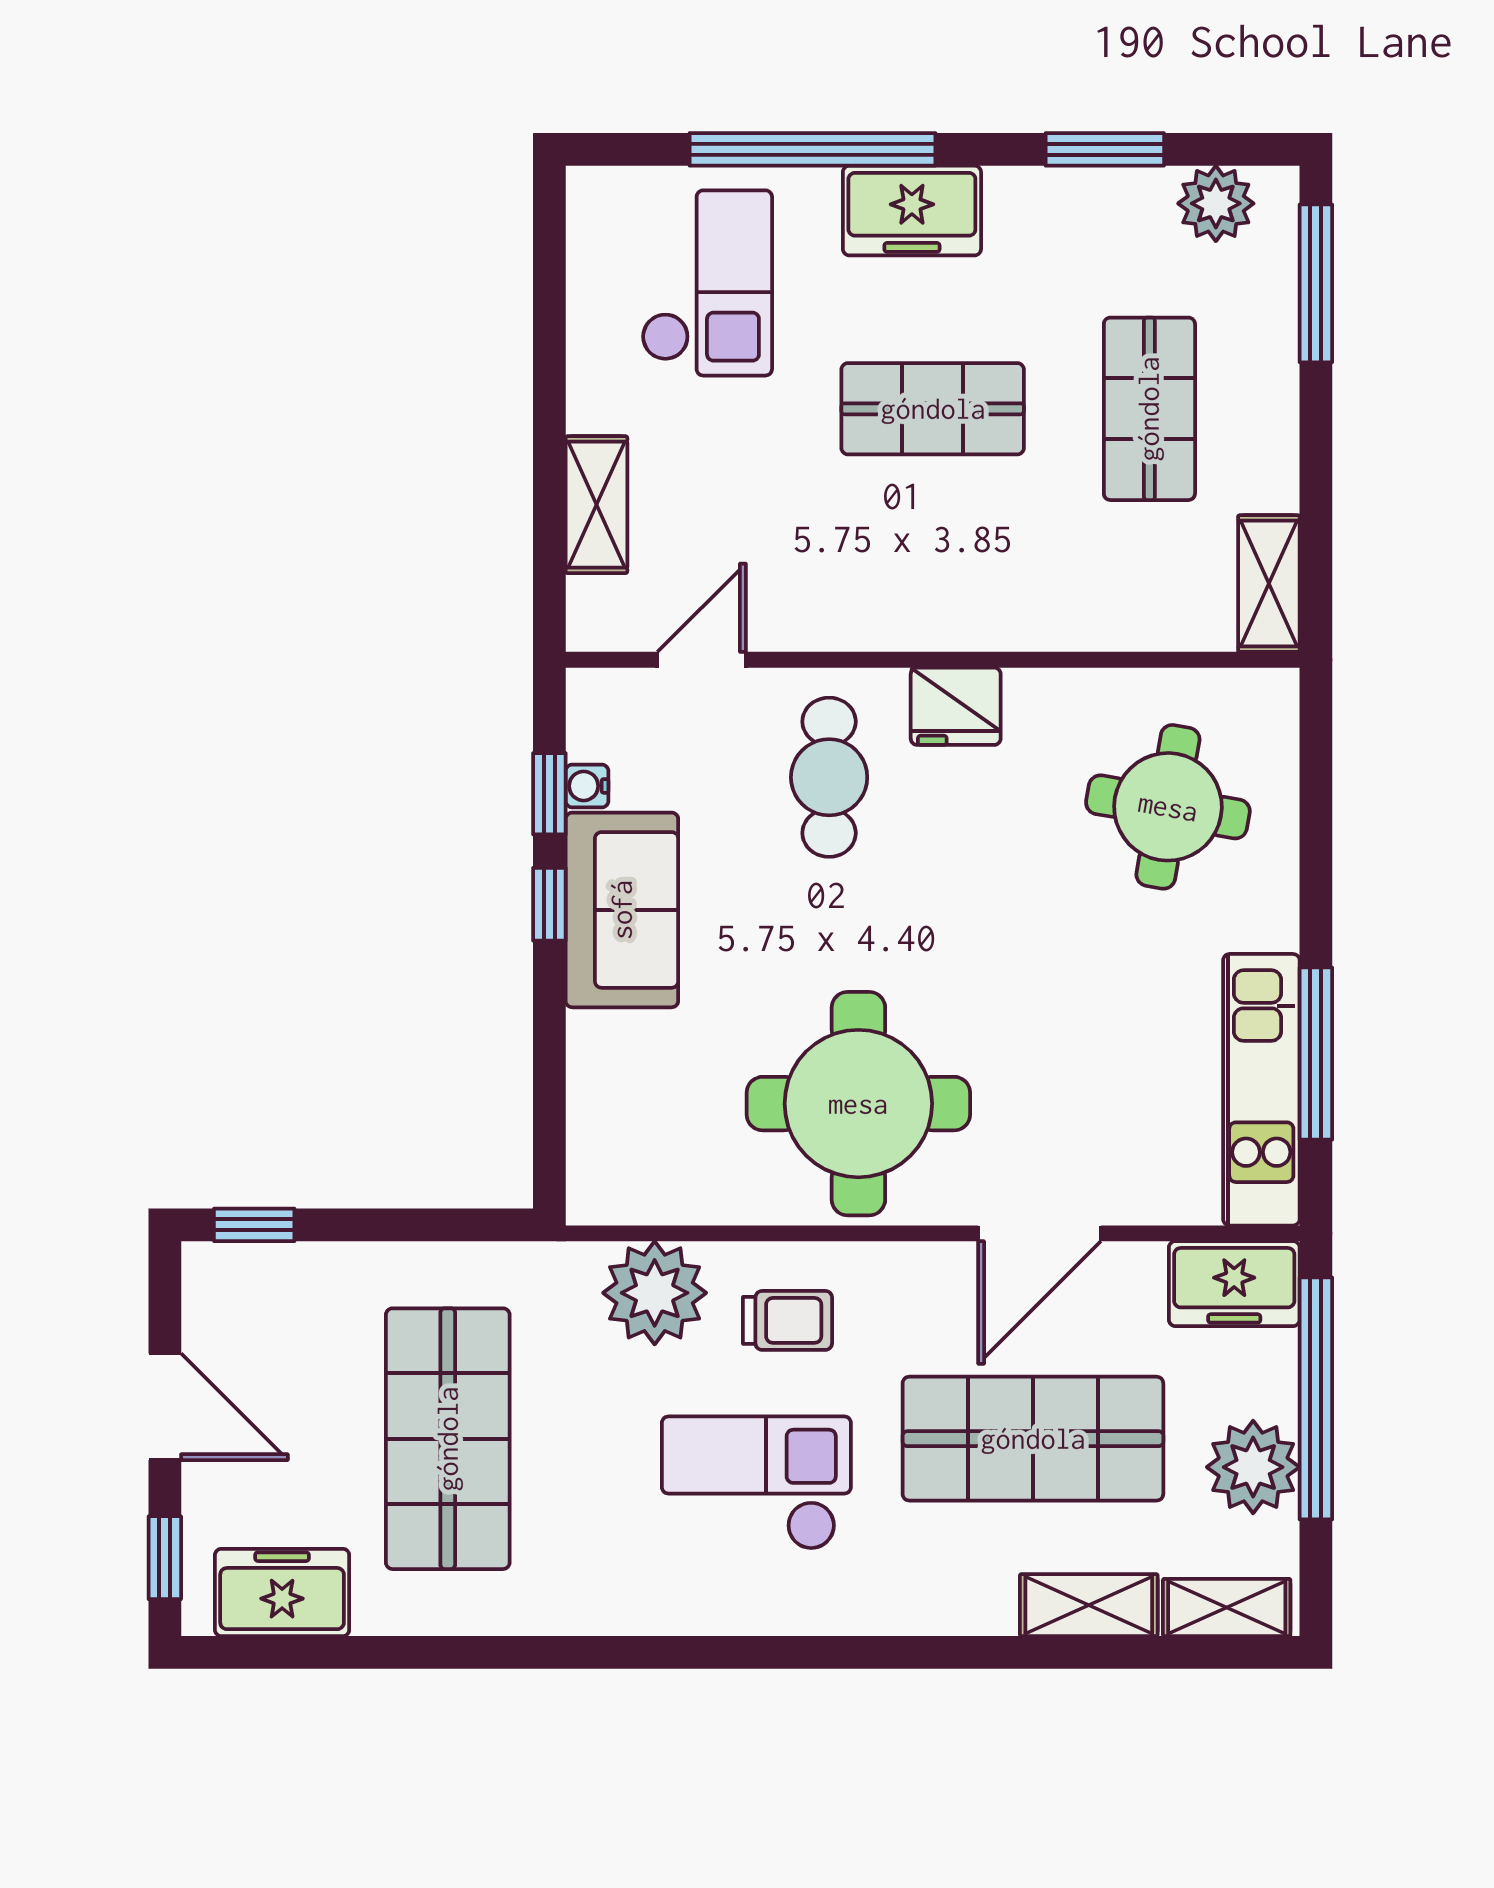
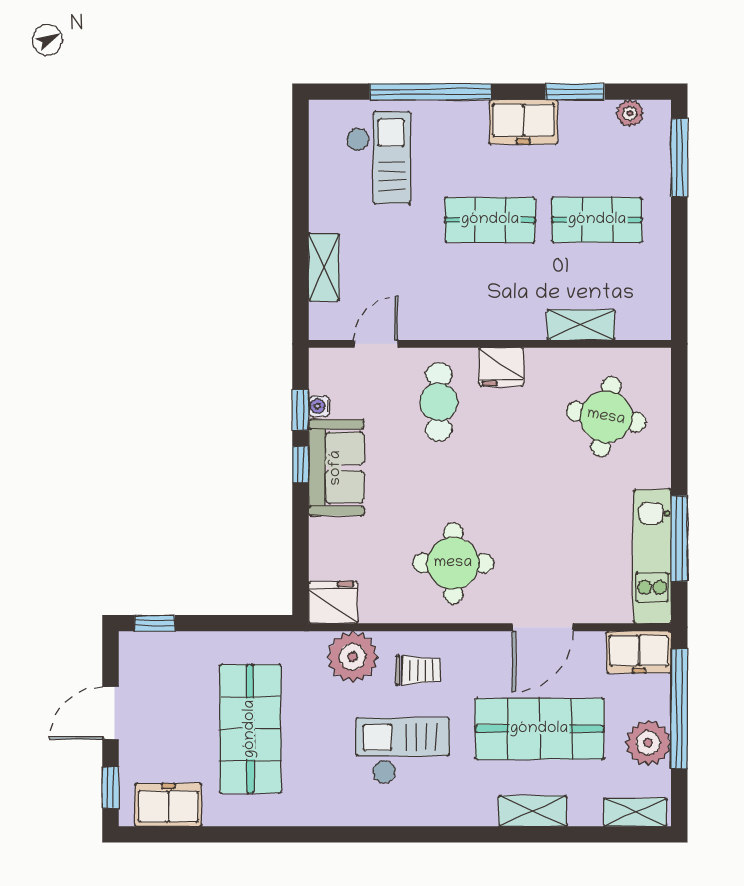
plant: (1216, 203) -> (630, 113), width x0.73, depth x0.73
freezer: (912, 211) -> (523, 122), moved
shop shelf: (1149, 409) -> (597, 220), turned 90
shelving: (1269, 584) -> (581, 325), moved, turned 90
round table: (858, 1104) -> (453, 563), width x0.73, depth x0.73
fridge: (615, 1183) -> (333, 602), added
door: (165, 1407) -> (110, 713), swing flipped
shelving: (1089, 1605) -> (533, 811), moved

